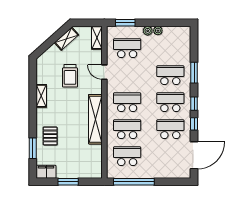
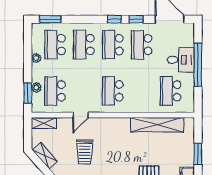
plant: (148, 31) -> (36, 88), moved
window: (194, 73) -> (50, 19), moved
trolley: (70, 76) -> (85, 152), turned 90
shelving: (95, 119) -> (157, 125), moved
school desk: (127, 129) -> (55, 45), moved
desk: (156, 166) -> (181, 60), added
window: (134, 182) -> (198, 65), moved

